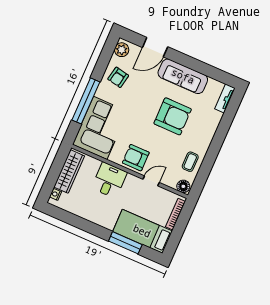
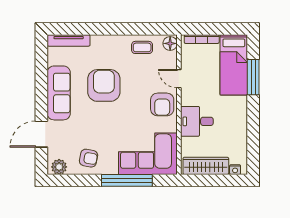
door: (155, 47) -> (41, 134), swing flipped
tv unit: (225, 98) -> (69, 40), width x1.41

